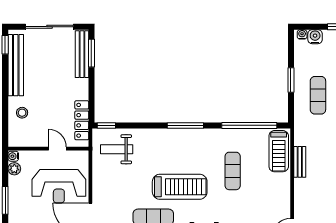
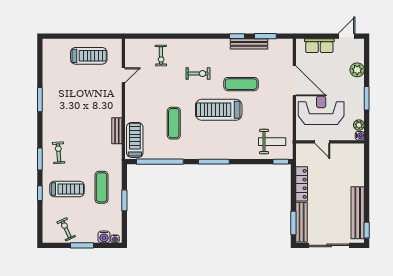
stool: (22, 113) -> (352, 173), removed
locker: (82, 120) -> (302, 184), moved

